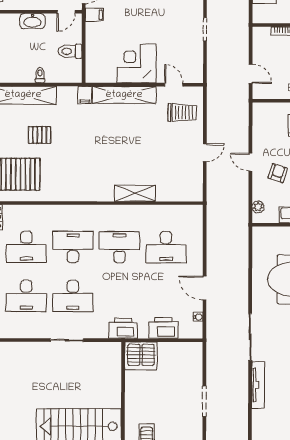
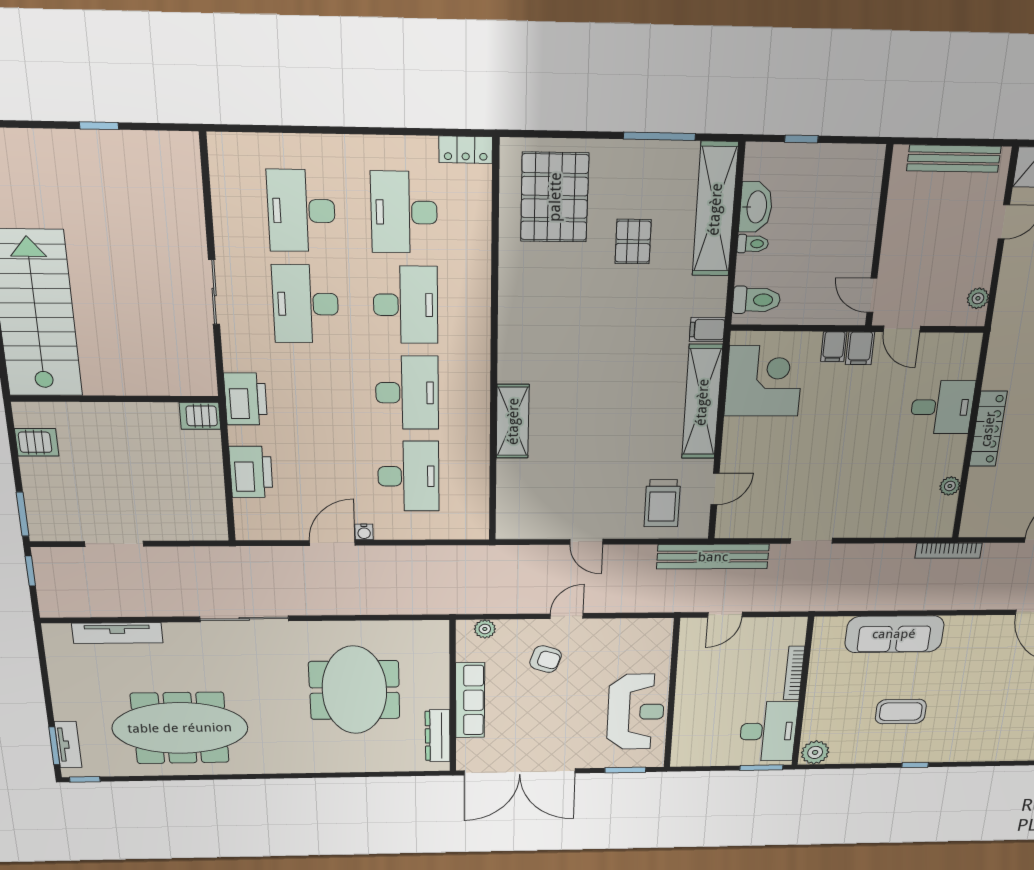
washbasin: (32, 21) -> (756, 207), moved, turned 180
filing cabinet: (93, 29) -> (834, 347), added
toilet: (70, 51) -> (757, 300), moved, turned 90
corner desk: (137, 63) -> (764, 381), moved
bench: (214, 83) -> (713, 557), added
desk: (166, 247) -> (409, 476), turned 180
water cooler: (198, 317) -> (364, 532), moved
server rack: (141, 356) -> (200, 416), width x0.46, depth x0.70
tv unit: (258, 385) -> (117, 633), moved

